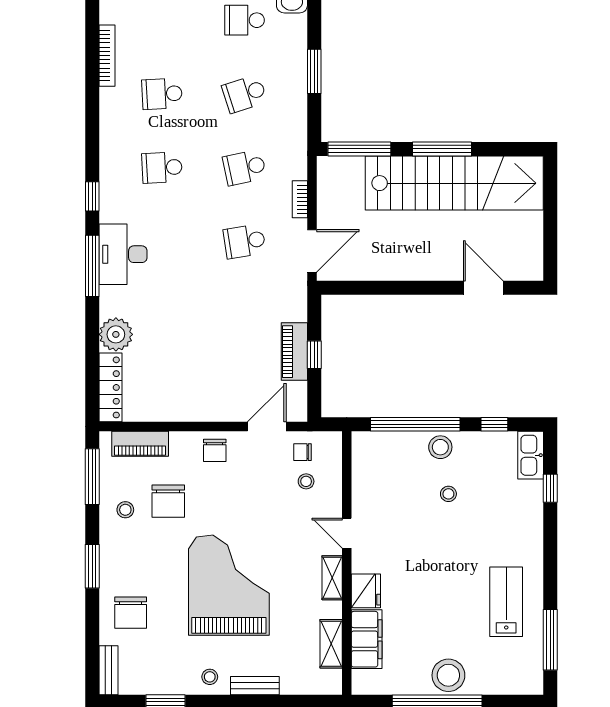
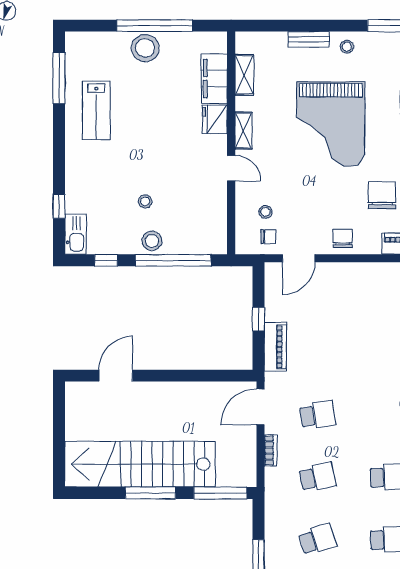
door: (483, 288) -> (116, 376), swing flipped
piano: (294, 352) -> (275, 347), moved

